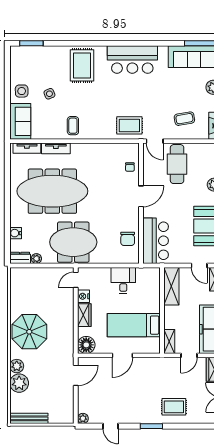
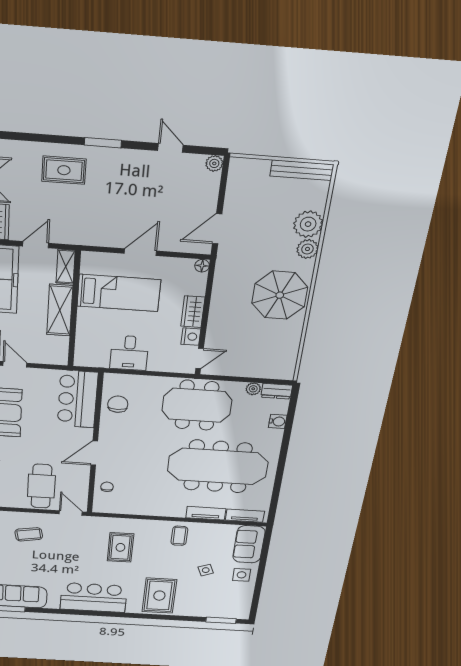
rug: (129, 125) -> (120, 547), moved, turned 90
shelving: (171, 286) -> (60, 310), moved
floor lamp: (86, 345) -> (202, 266), width x0.53, depth x0.53

